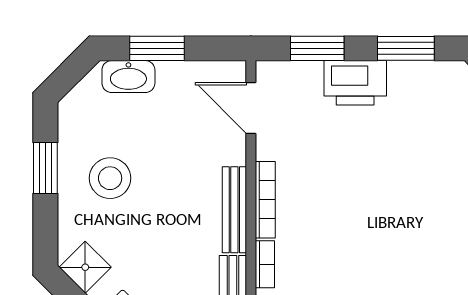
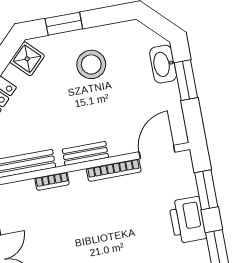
window: (45, 168) -> (64, 24), moved
bookcase: (265, 200) -> (114, 170), moved
bench: (234, 210) -> (85, 153), width x0.73

